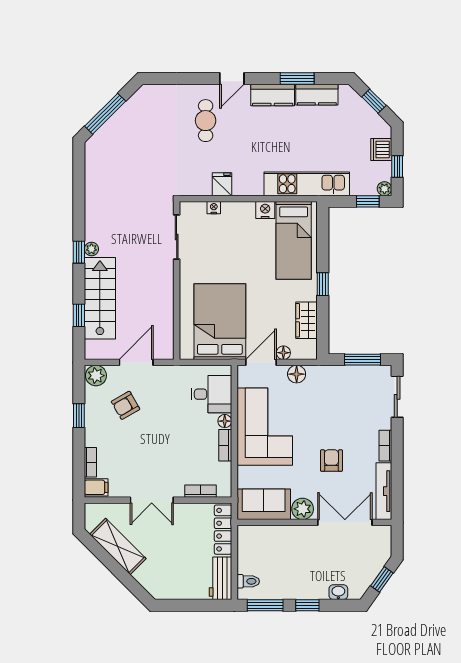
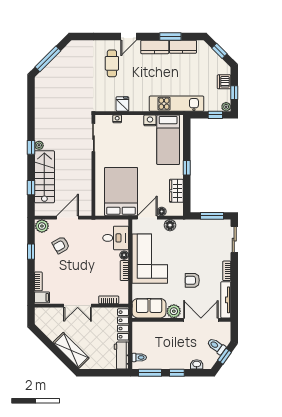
armchair: (331, 461) -> (192, 280), turned -90
shelving: (118, 546) -> (71, 350), moved
toilet: (369, 564) -> (216, 346), added

